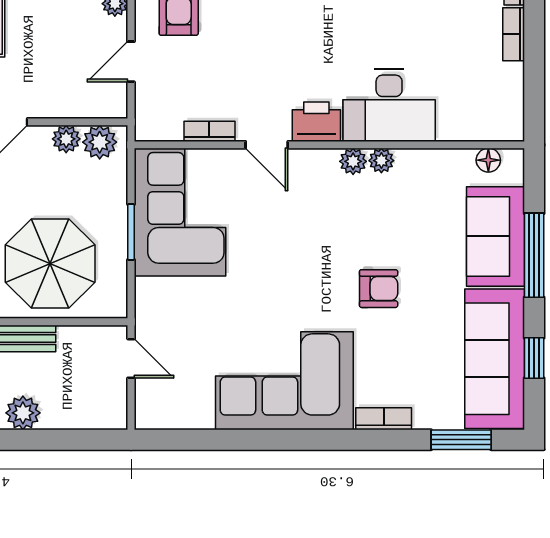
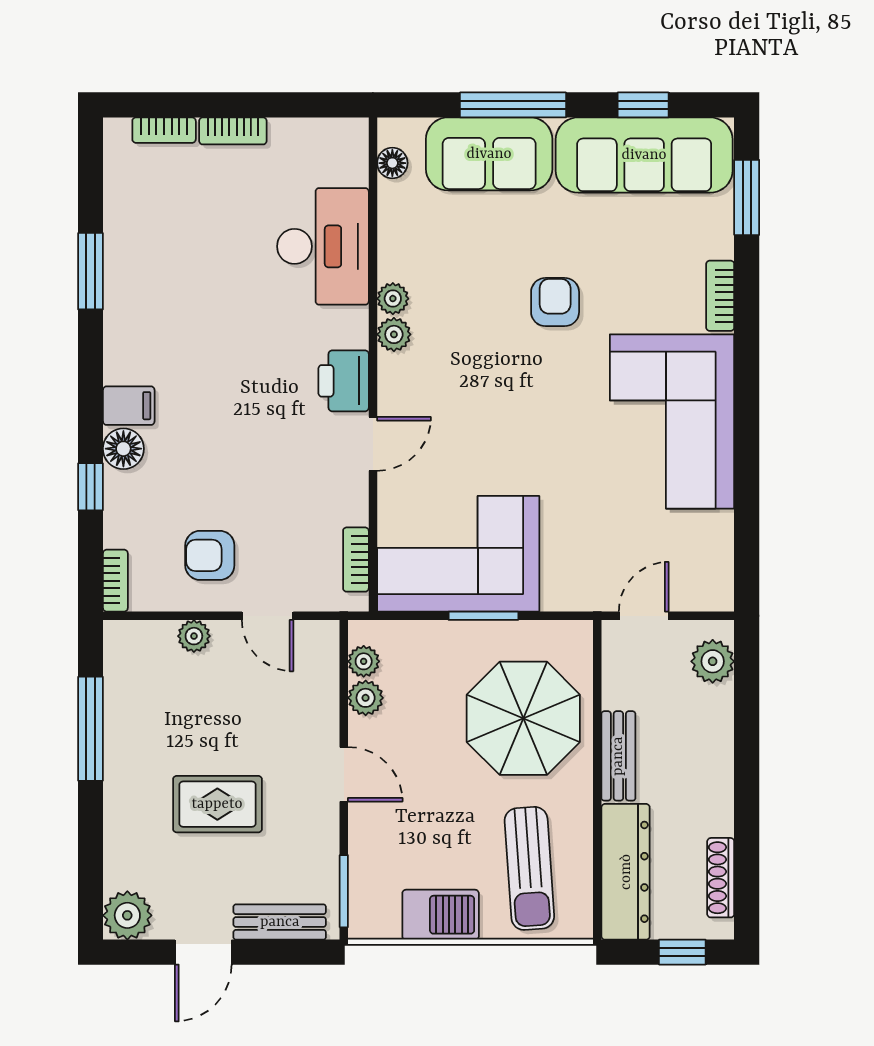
desk: (389, 105) -> (323, 246), moved
bookcase: (209, 131) -> (356, 560), moved
plant: (100, 142) -> (364, 661), width x0.73, depth x0.73
plant: (23, 413) -> (713, 661), moved

